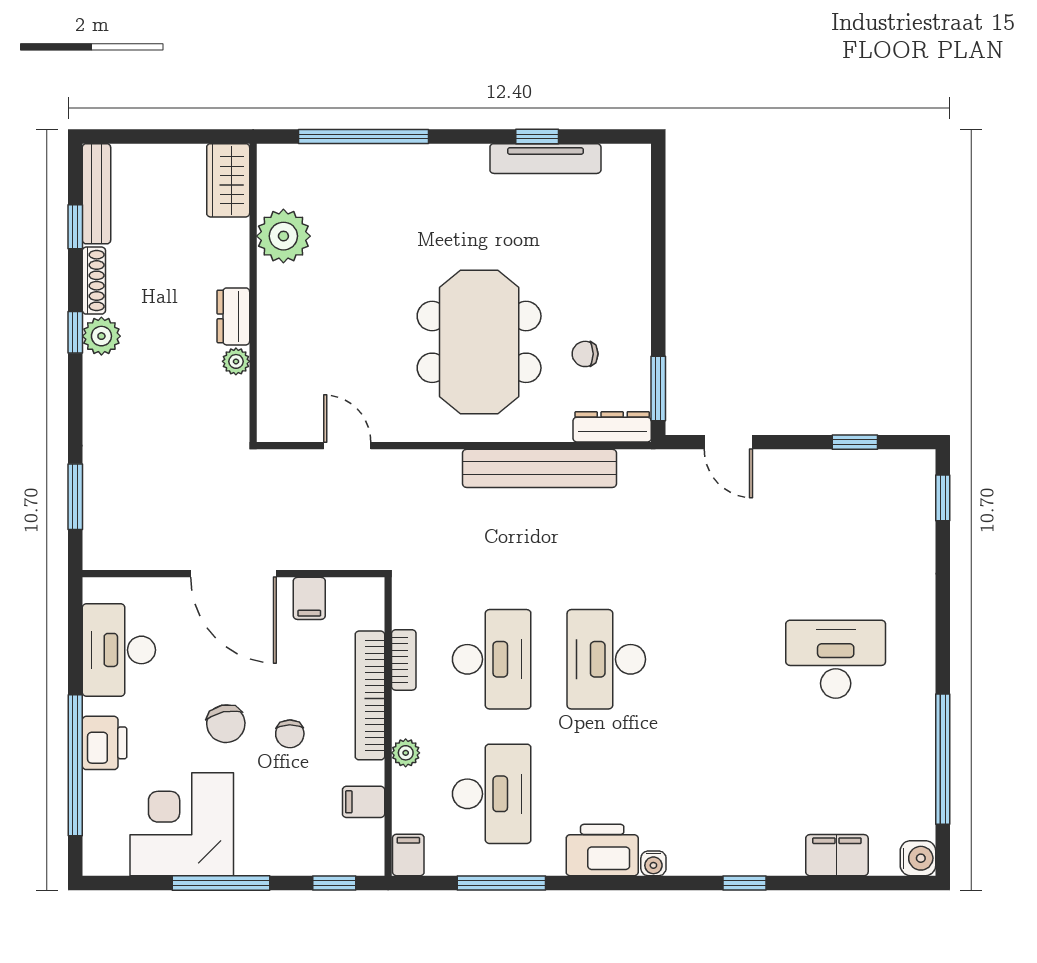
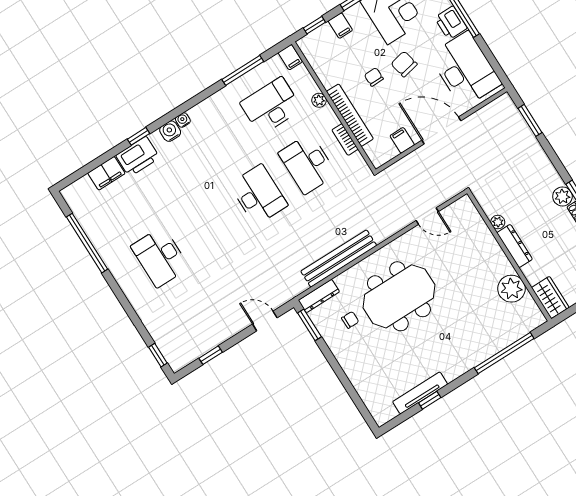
dresser: (233, 316) -> (515, 246), width x1.44
meeting table: (479, 342) -> (399, 296), turned 90
desk: (119, 650) -> (465, 70), width x1.36, depth x1.30
desk: (836, 659) -> (160, 257), turned 90
desk: (492, 794) -> (271, 106), turned 90
filing cabinet: (364, 802) -> (340, 26), moved, turned 90
printer: (602, 850) -> (138, 157), moved
water cooler: (918, 858) -> (170, 131), moved, turned 90

